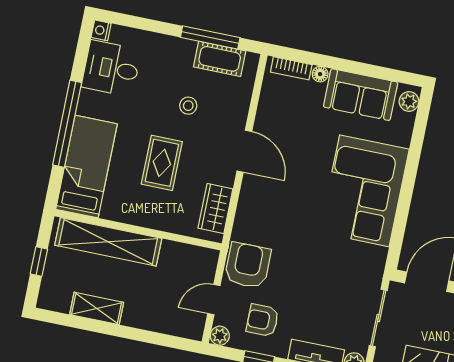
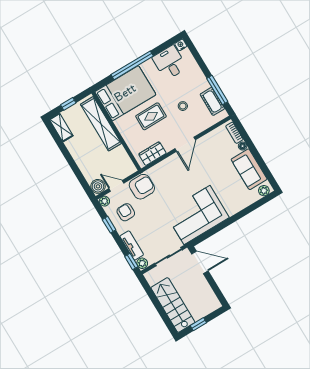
bed: (87, 167) -> (125, 93), width x1.50
corner sofa: (364, 191) -> (197, 215), moved
shelving: (97, 308) -> (61, 127), moved
boiler: (191, 326) -> (98, 186), added

